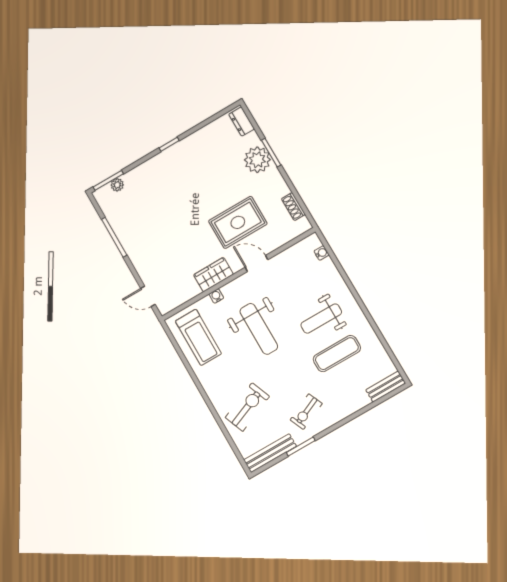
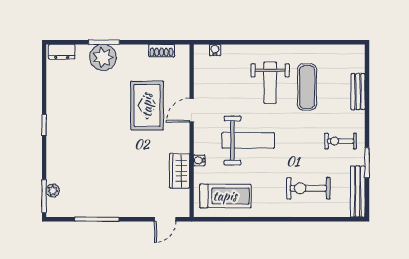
wardrobe: (213, 275) -> (180, 171), moved
bench: (386, 387) -> (358, 92), moved
exercise bike: (247, 407) -> (308, 188), turned -68
exercise bike: (306, 412) -> (341, 141), turned 114

